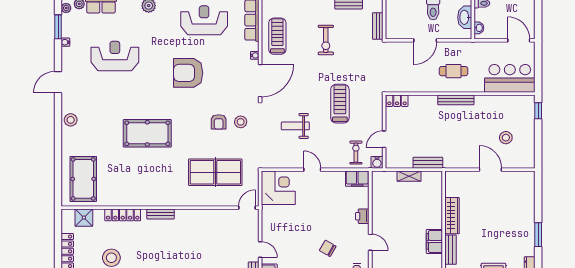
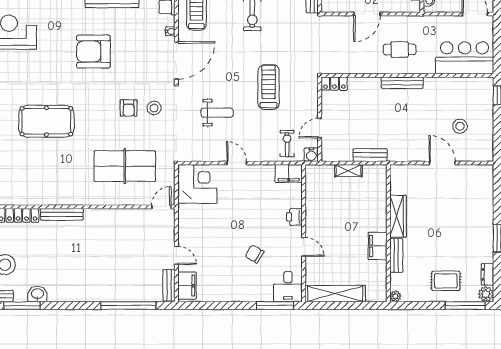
weight bench: (295, 126) -> (217, 113), turned 180
bench: (161, 214) -> (62, 214), width x1.36

